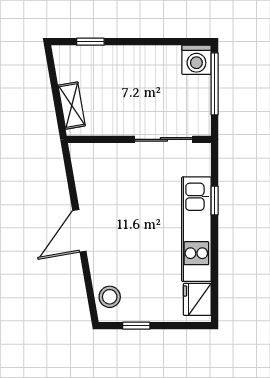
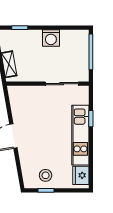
washing machine: (196, 60) -> (51, 38), moved
stool: (110, 297) -> (46, 175), moved

